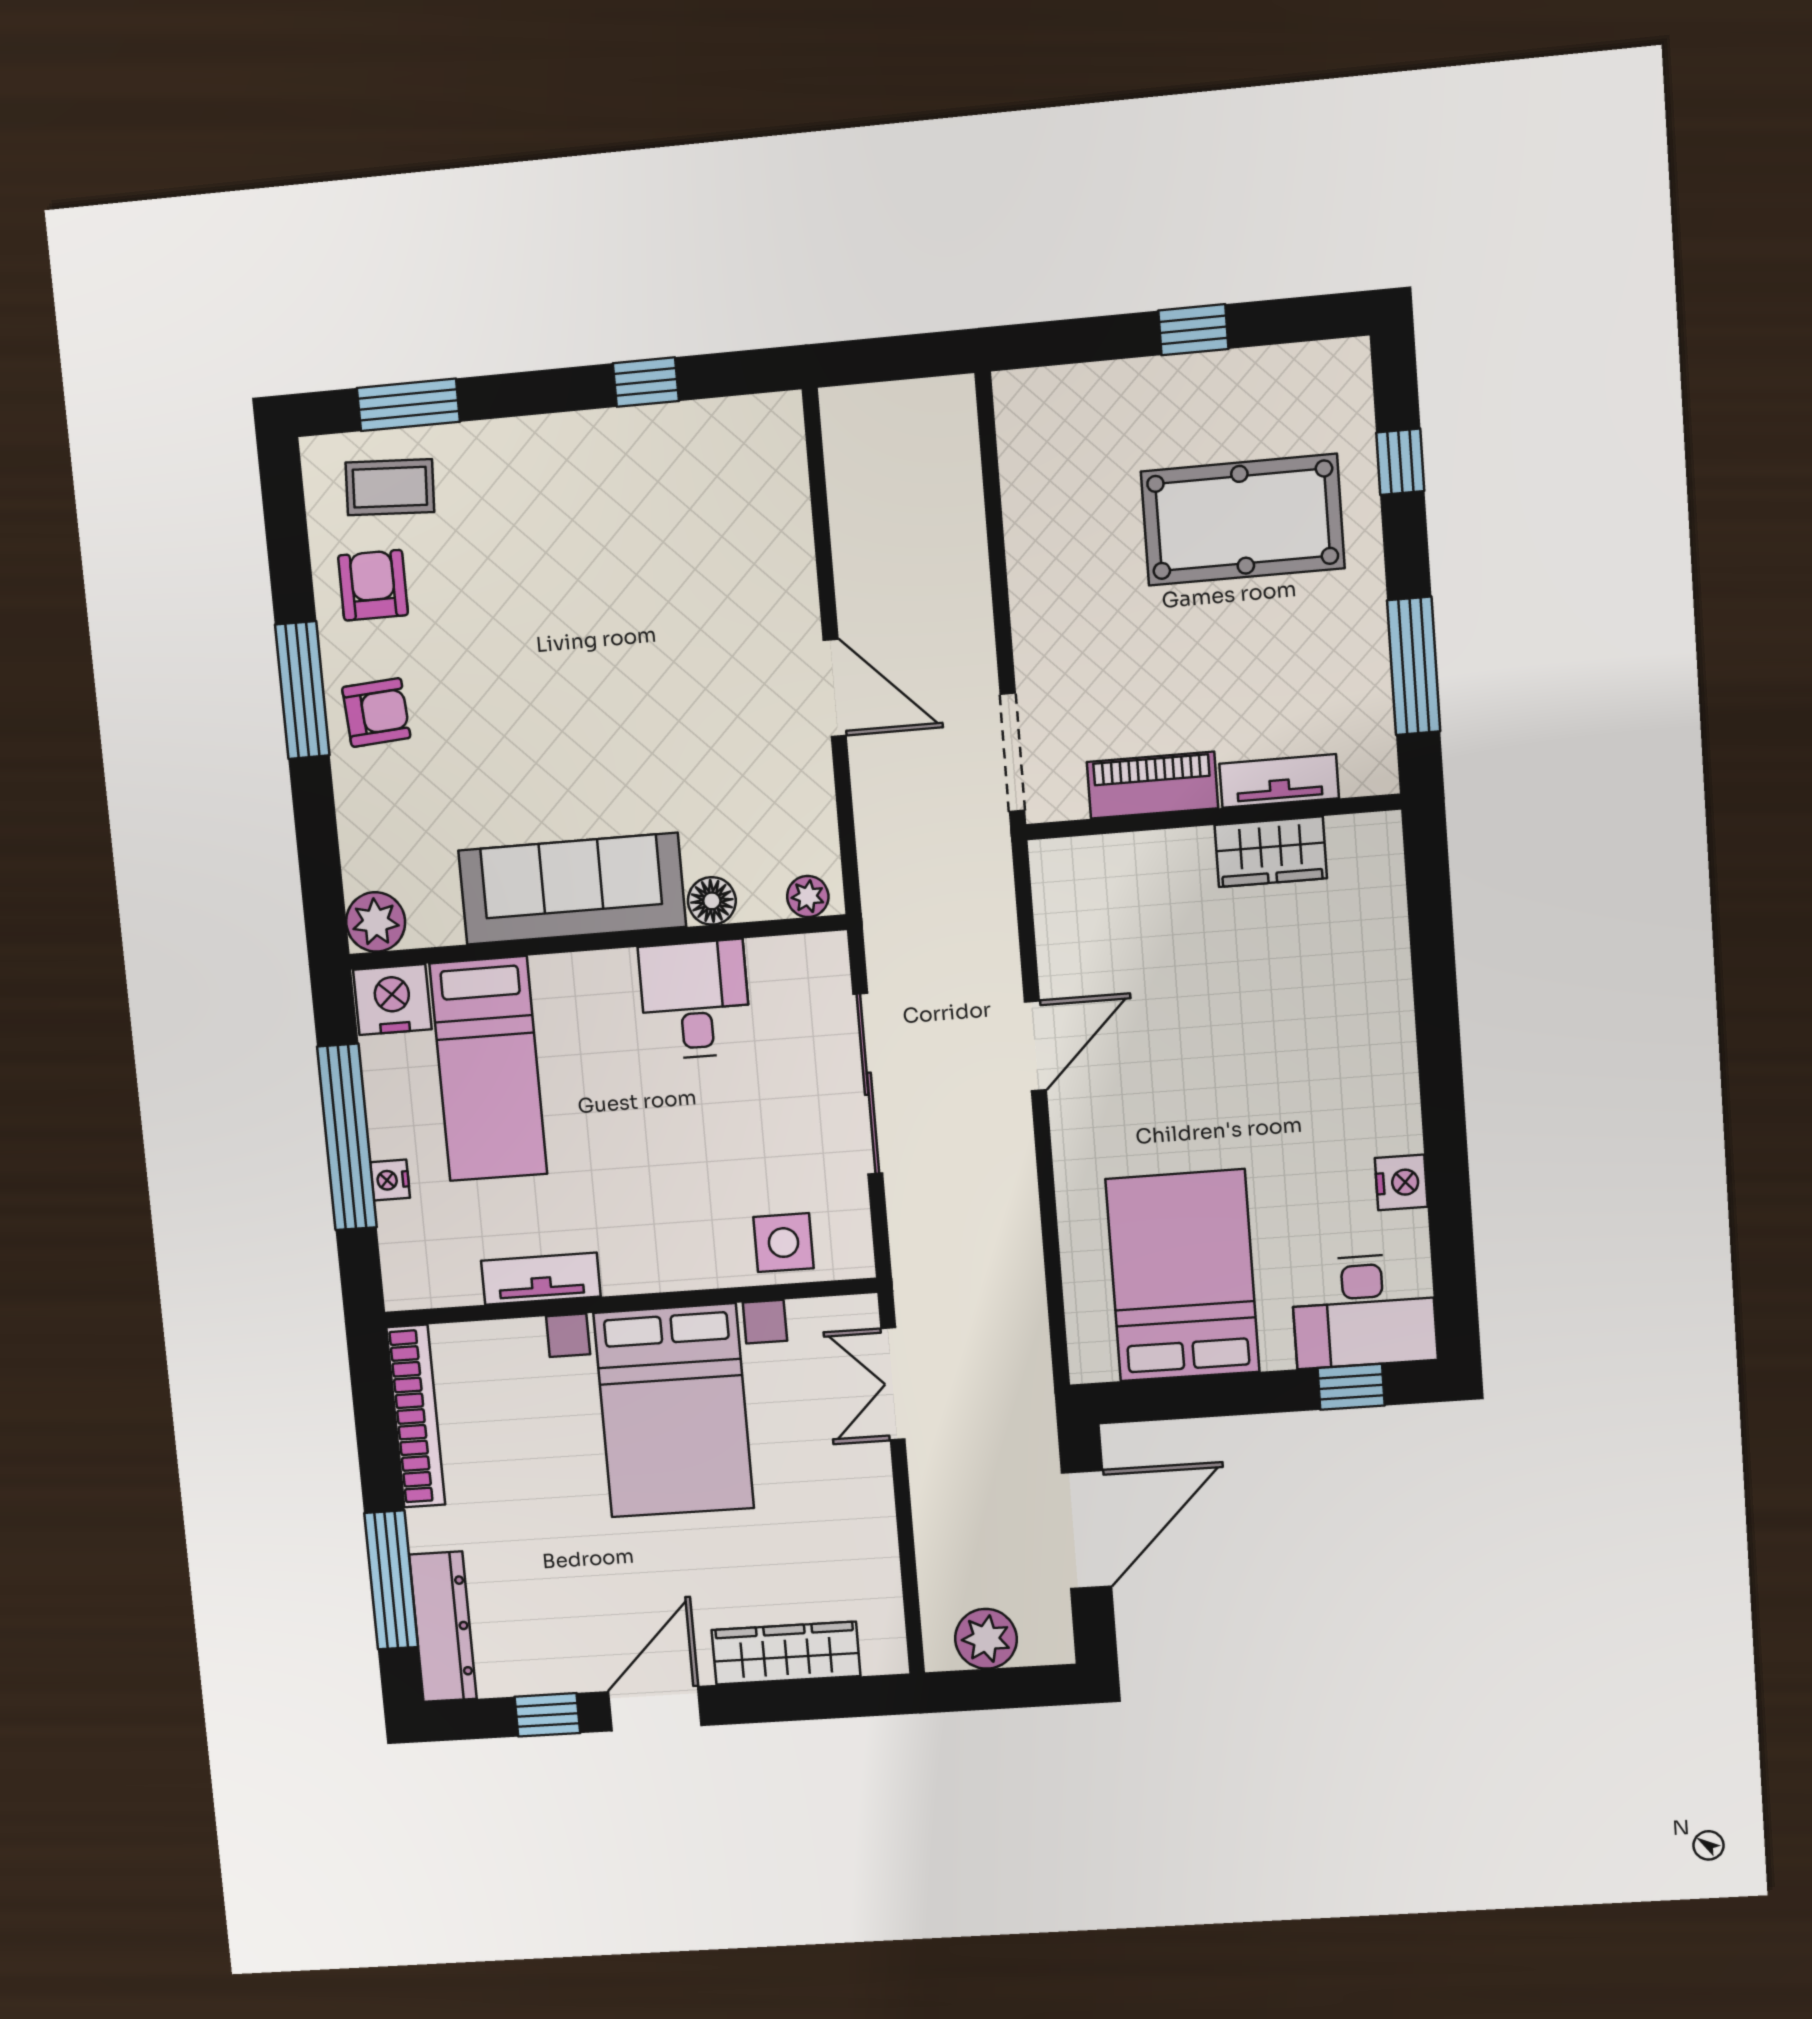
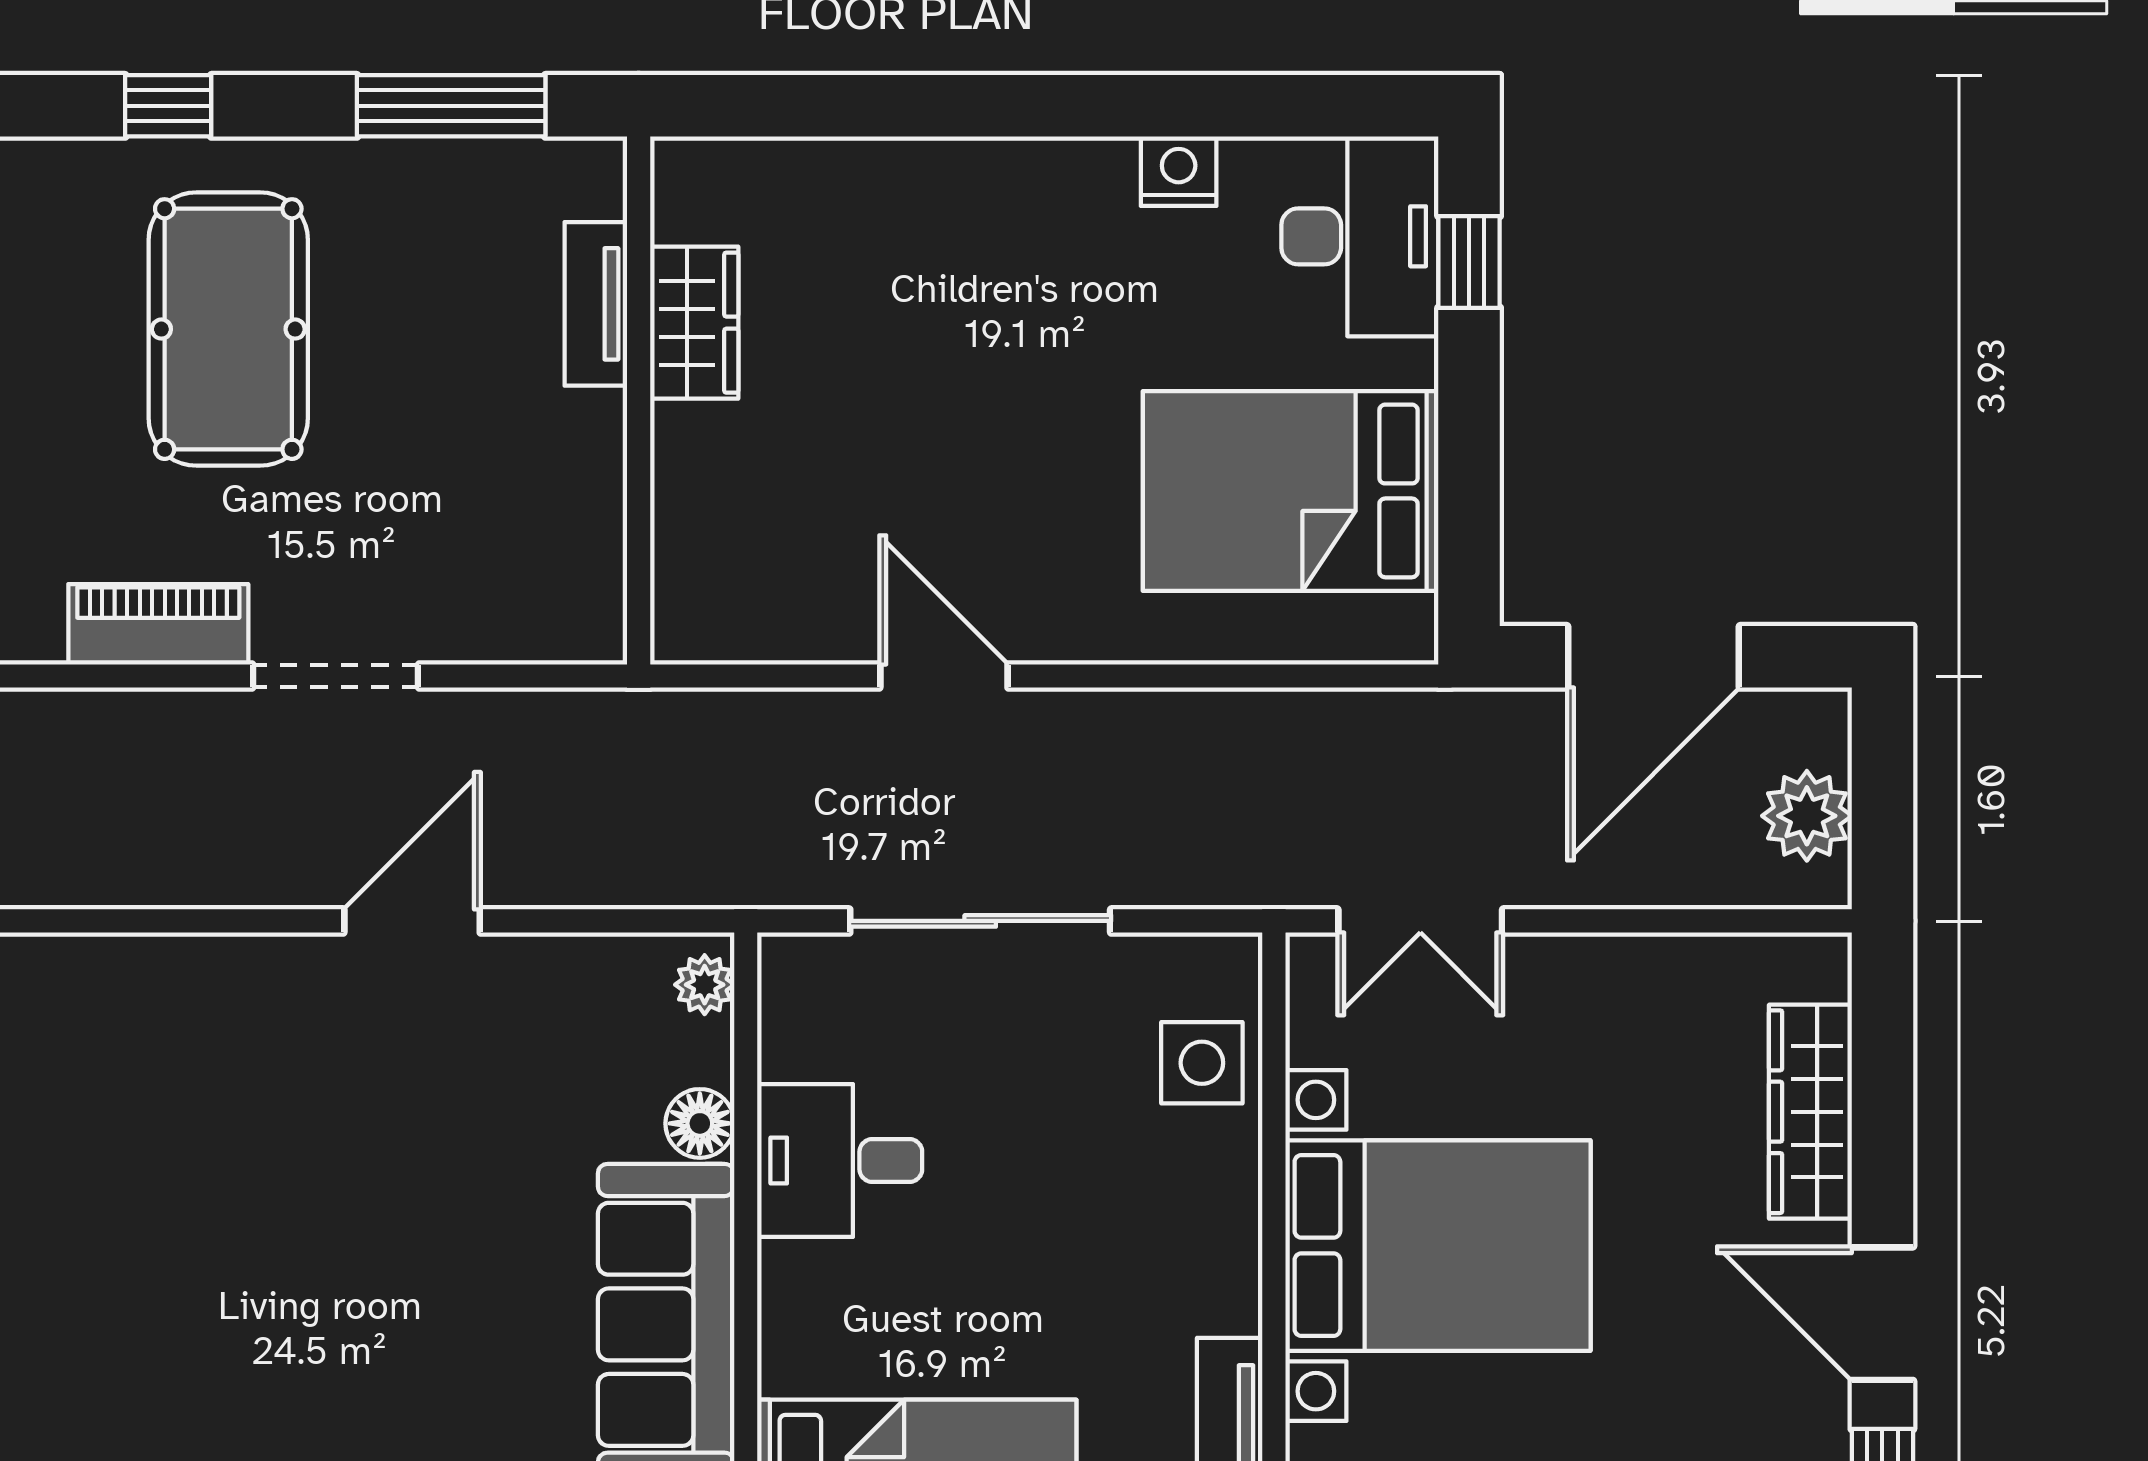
doorway: (1012, 752) -> (336, 676), moved
piano: (1153, 785) -> (158, 624), moved, turned 90
door: (1086, 1529) -> (1654, 657), swing flipped

